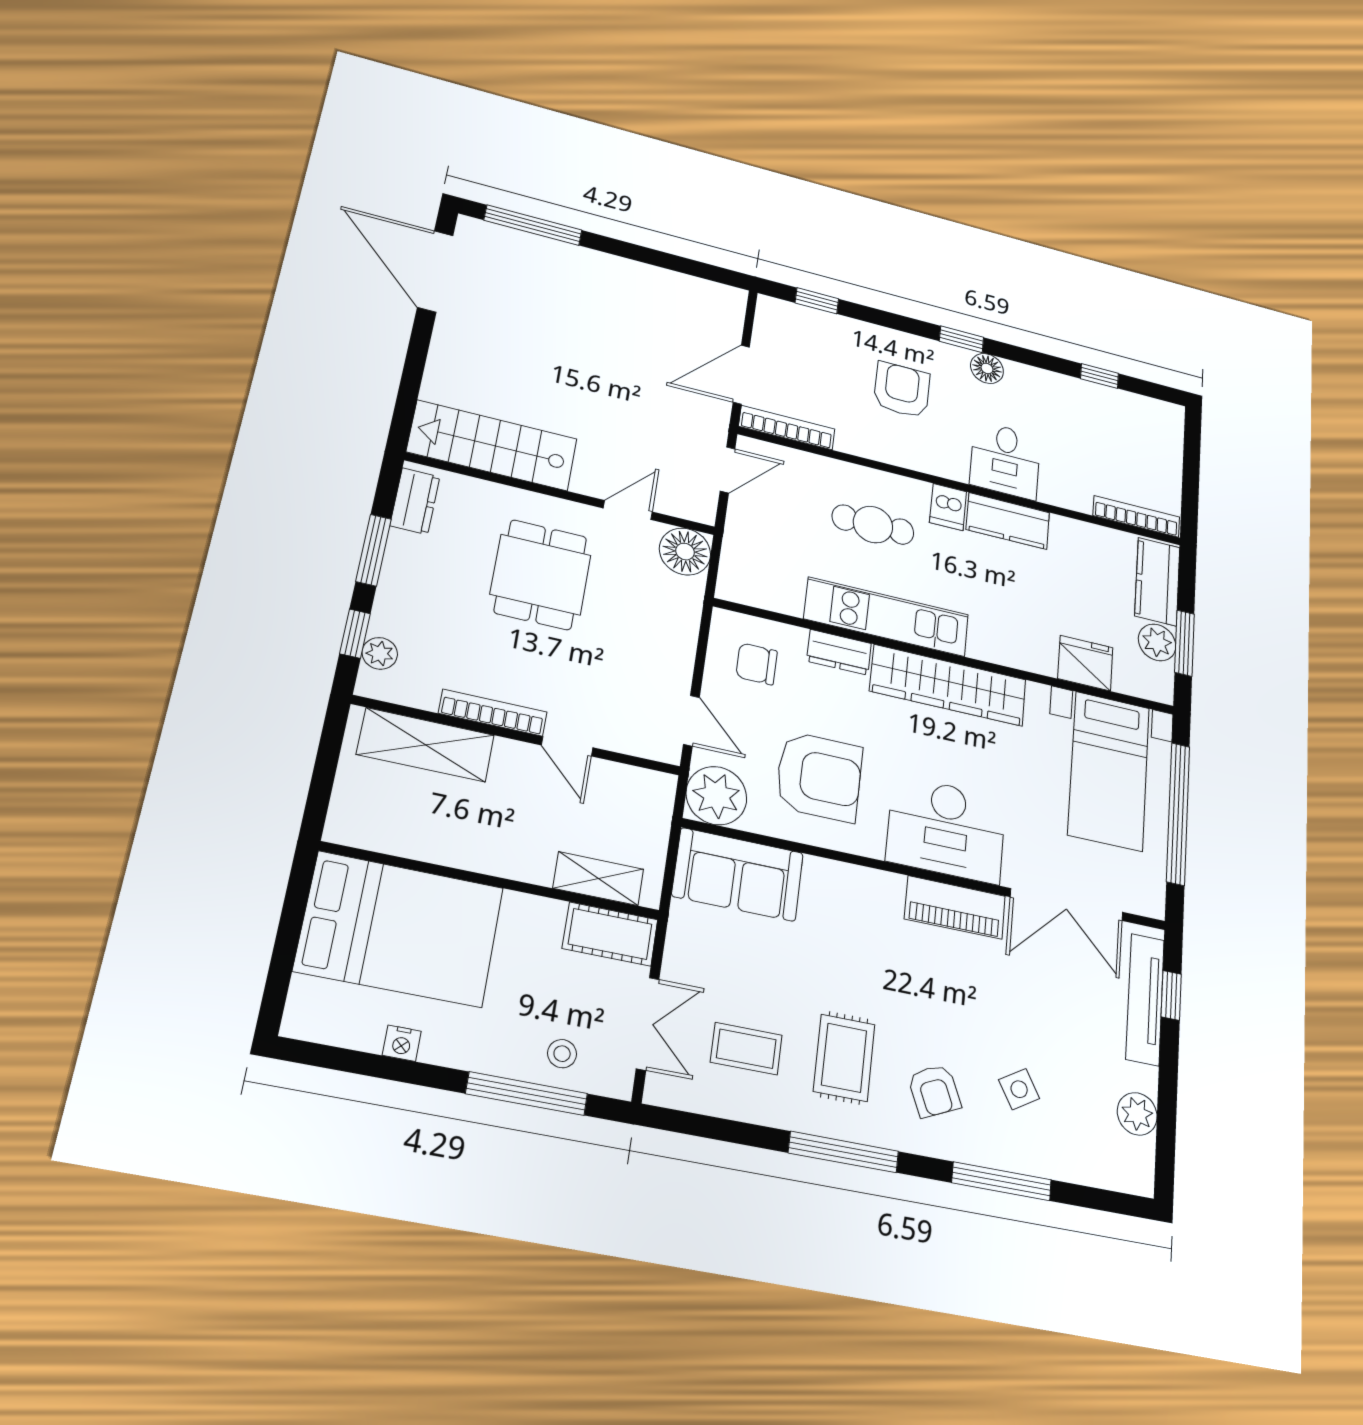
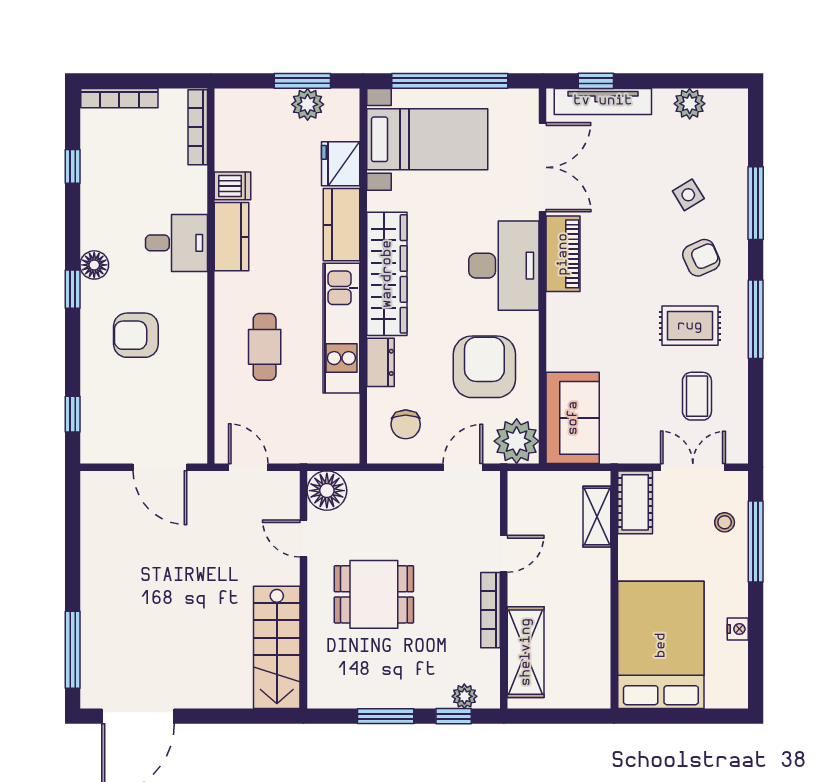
bookcase: (787, 428) -> (119, 98), moved, turned -90
dresser: (415, 501) -> (338, 695), removed
dishwasher: (948, 507) -> (233, 186), moved
kitchen counter: (1157, 582) -> (342, 225), moved, turned 90

